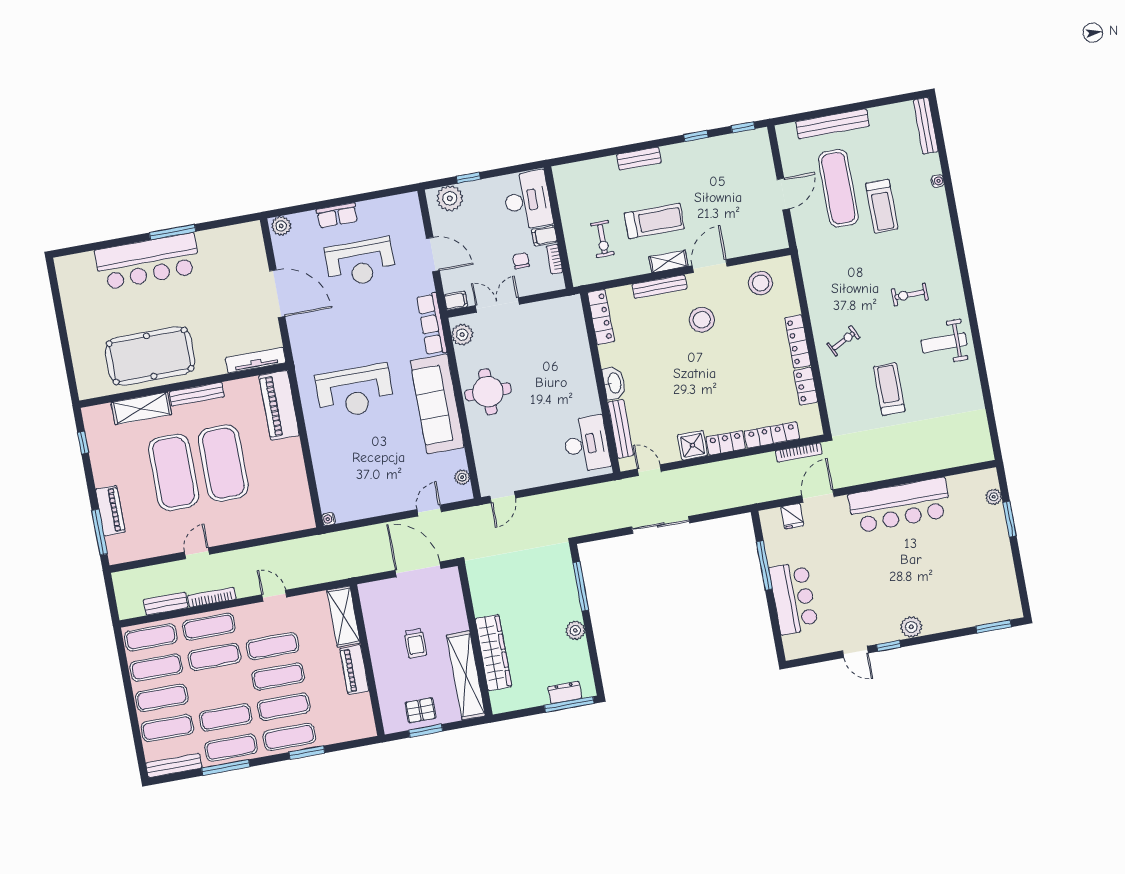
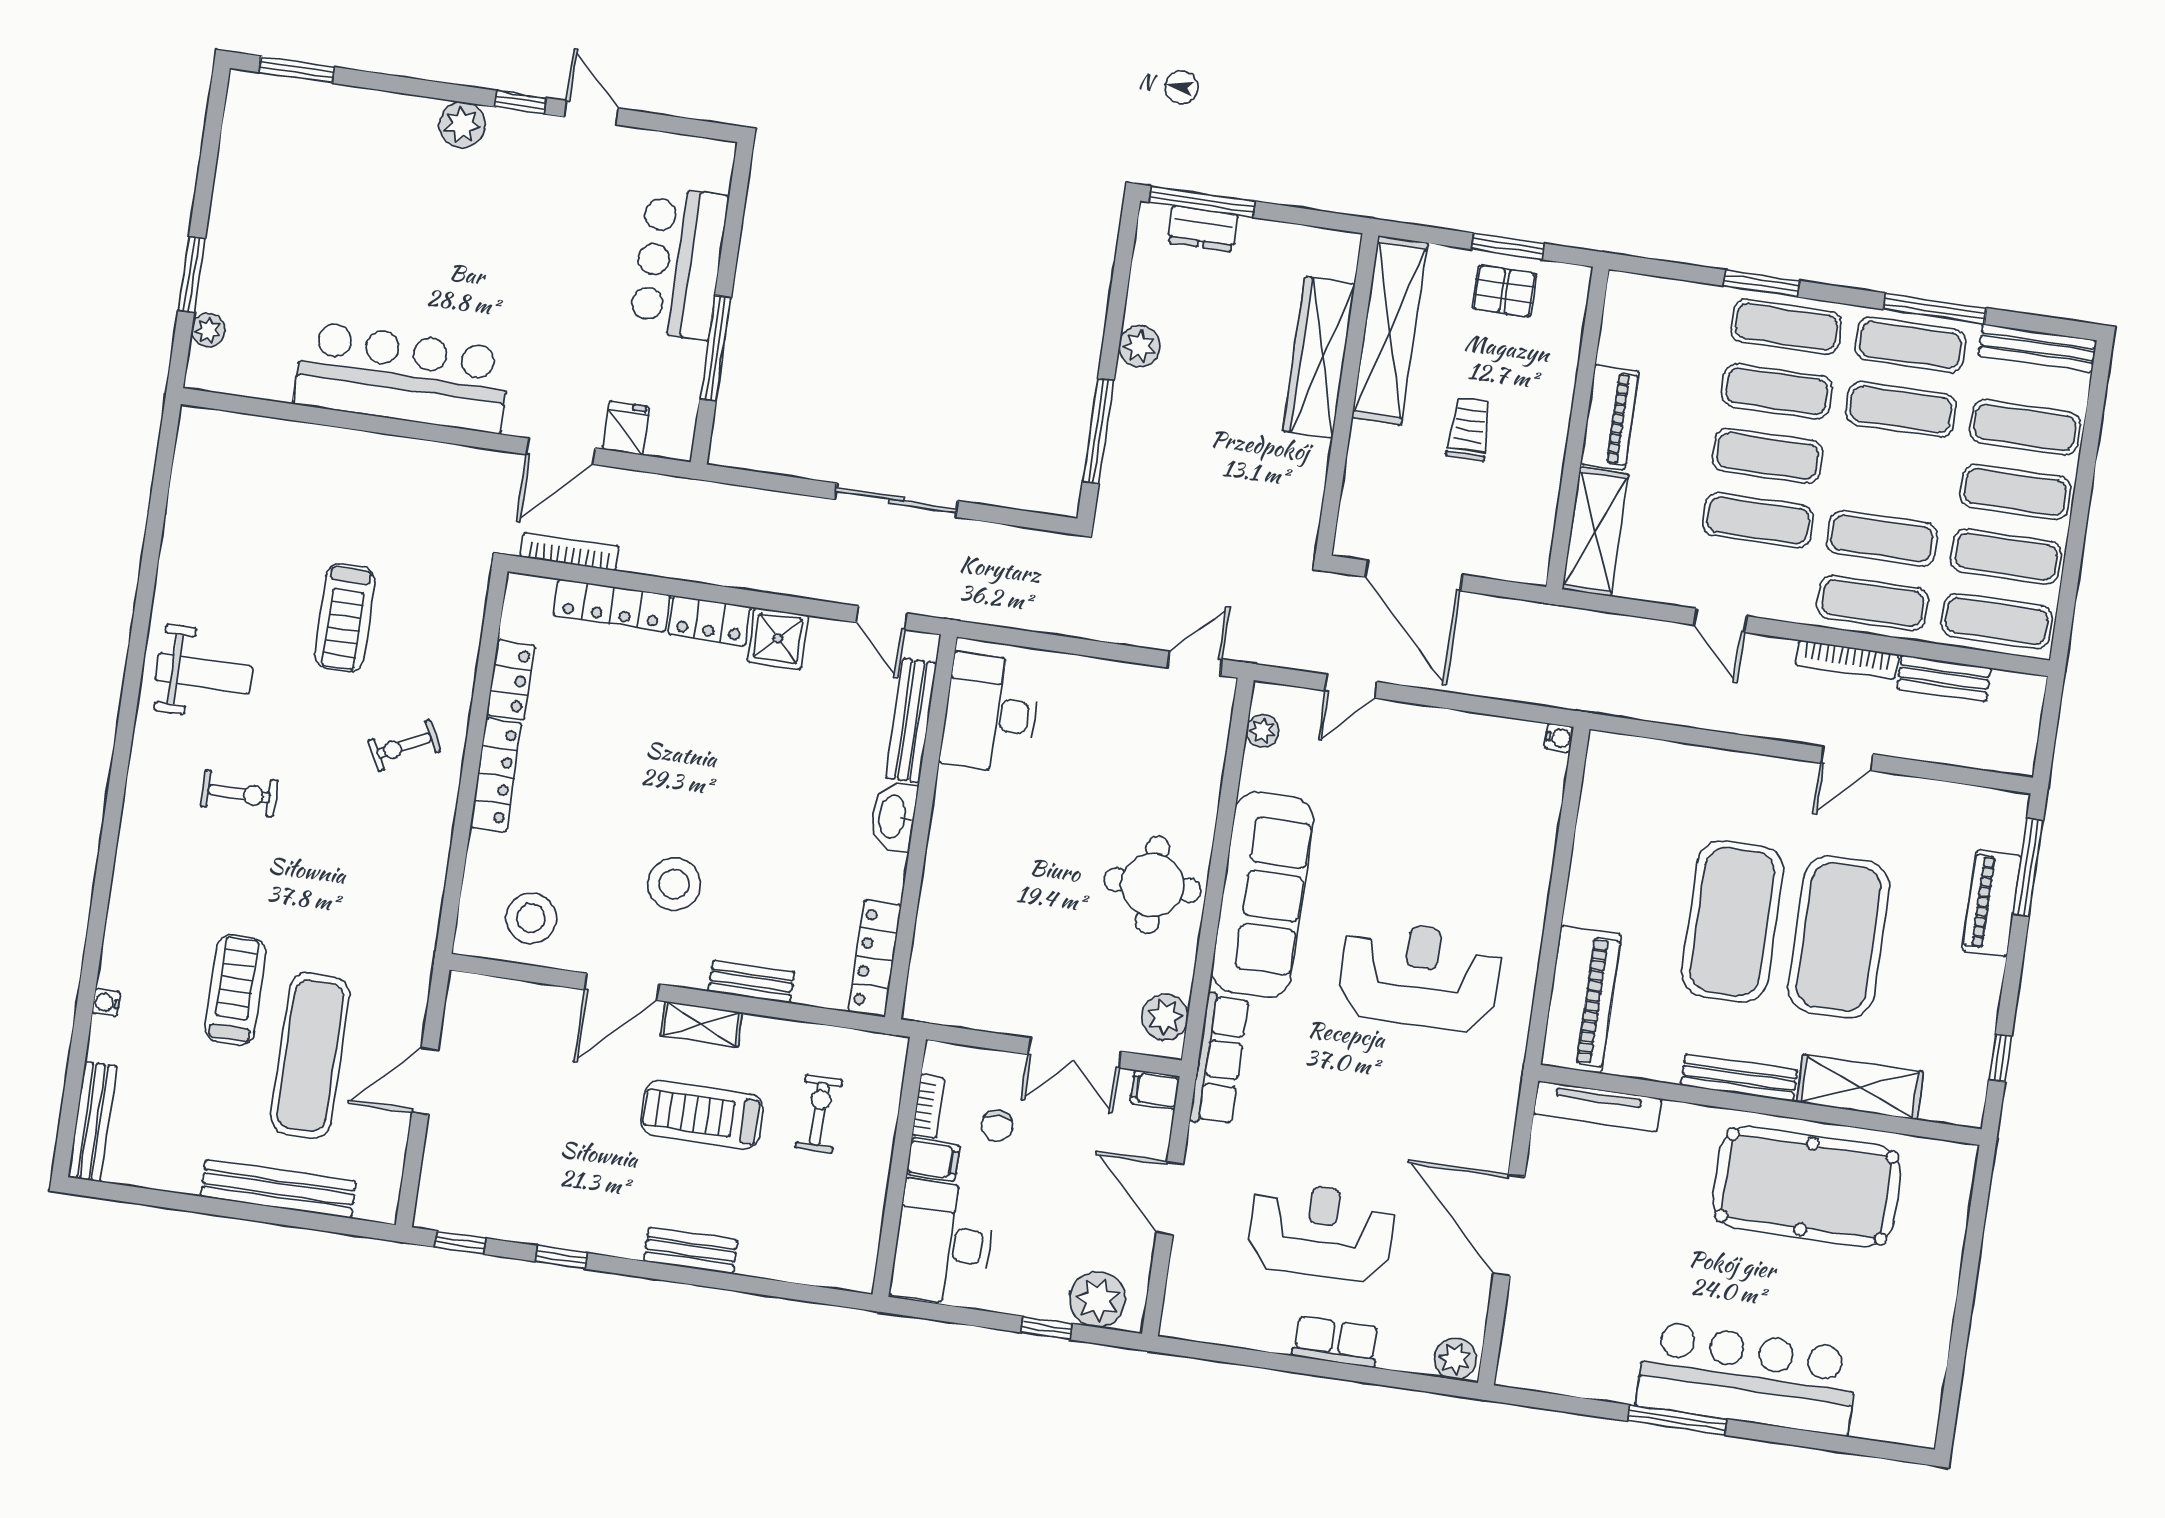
bench: (660, 287) -> (751, 982), width x0.73

